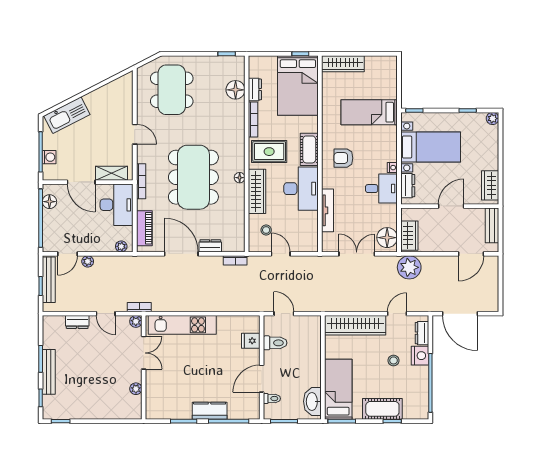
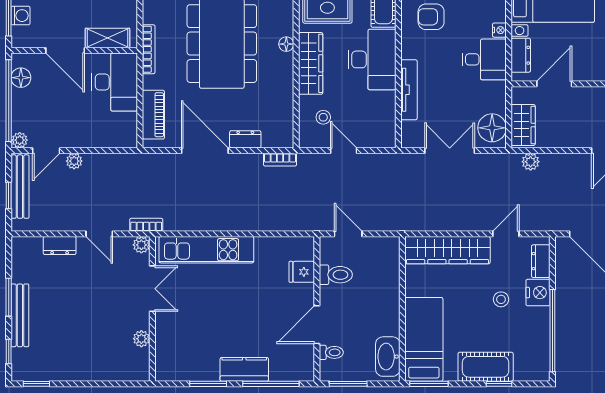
door: (451, 206) -> (554, 84), moved
plant: (121, 246) -> (20, 140), moved
plant: (409, 267) -> (531, 162), width x0.53, depth x0.53

